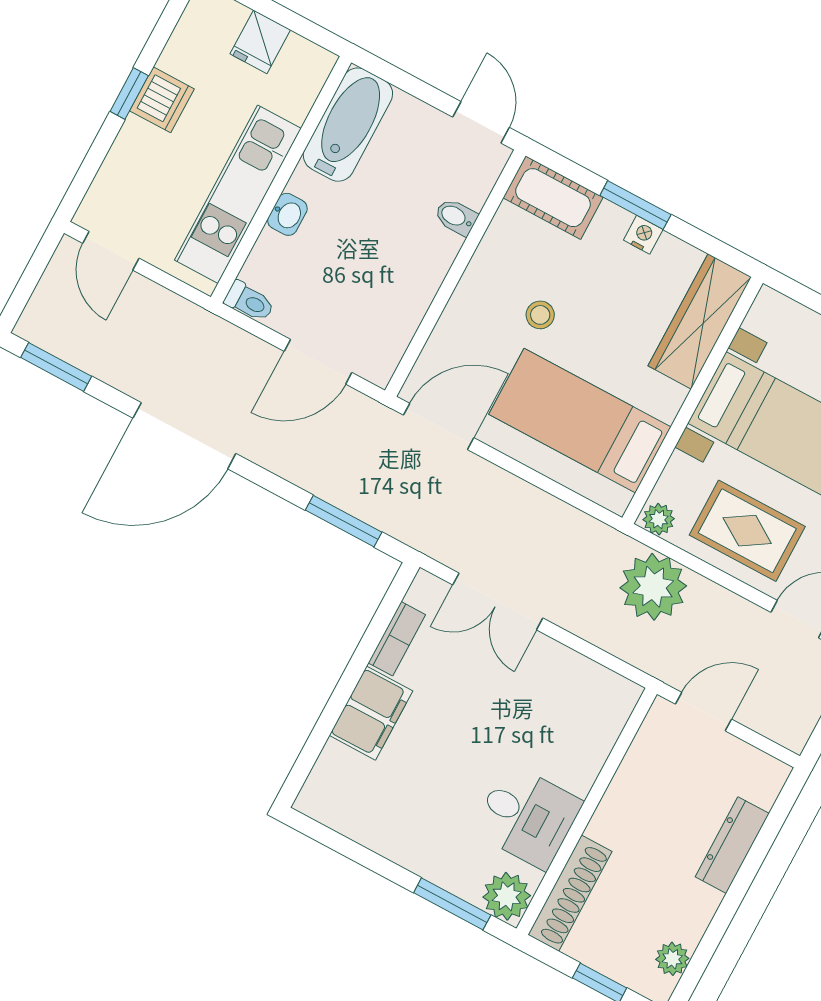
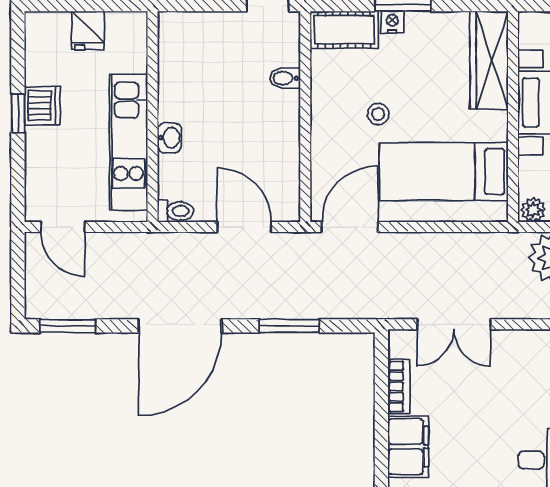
bathtub: (348, 125) -> (178, 55), removed
nightstand: (643, 235) -> (392, 22), moved
door: (318, 362) -> (244, 227), swing flipped
window: (344, 521) -> (289, 326), moved

